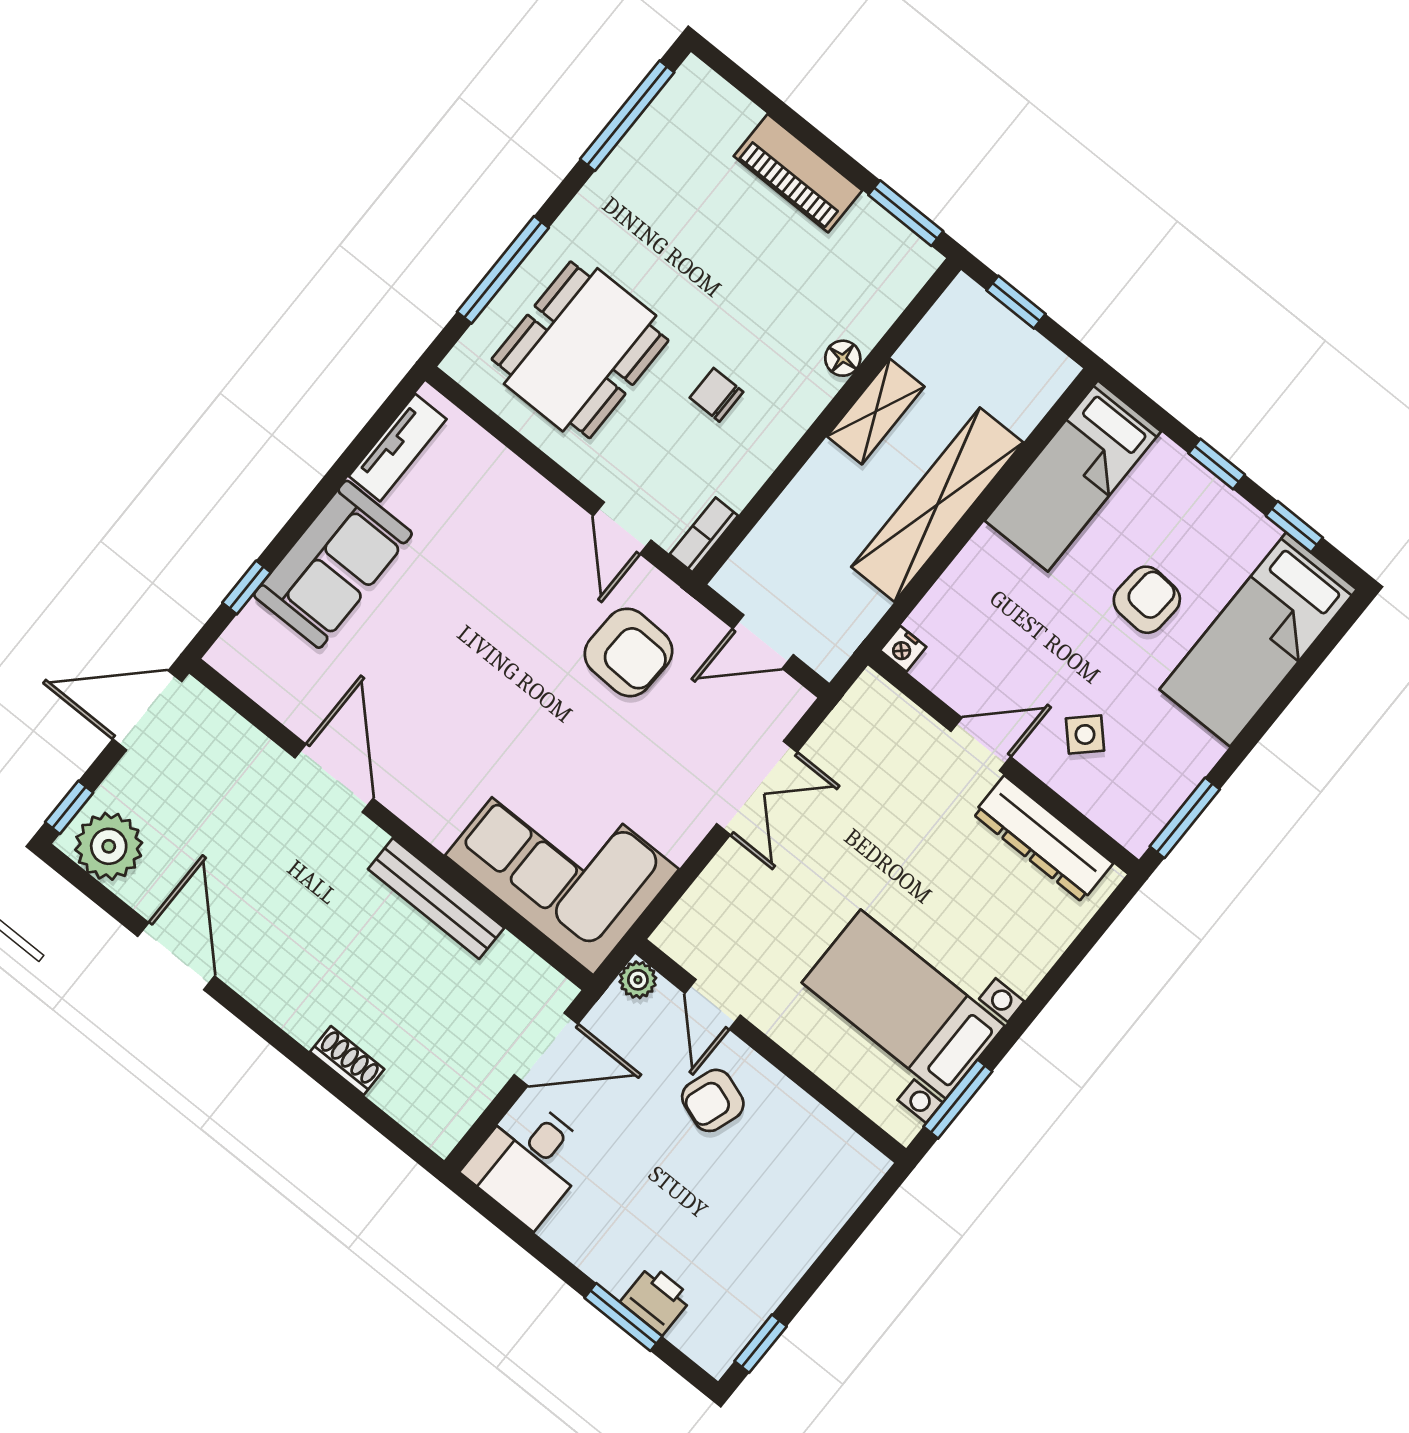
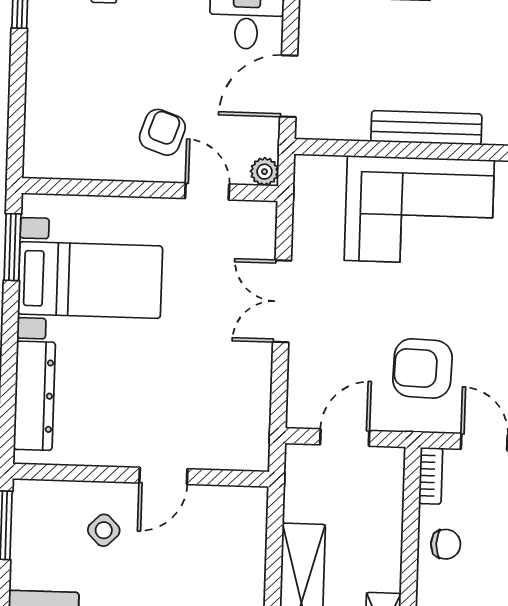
chair: (716, 395) -> (446, 544), moved
nightstand: (903, 649) -> (255, 498), removed
double door: (757, 788) -> (282, 301), moved
dresser: (1043, 839) -> (34, 396), moved, turned 90
corner sofa: (562, 862) -> (419, 210), moved

